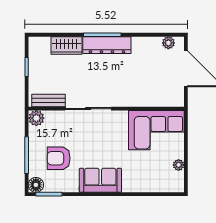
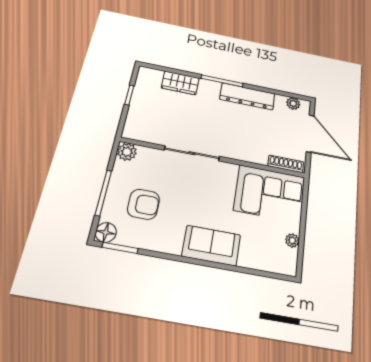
dresser: (107, 45) -> (247, 96), moved
bench: (49, 100) -> (146, 135), removed
shoe rack: (167, 102) -> (286, 164), added
armchair: (59, 158) -> (144, 204), turned 180
sofa: (100, 180) -> (211, 246), moved

